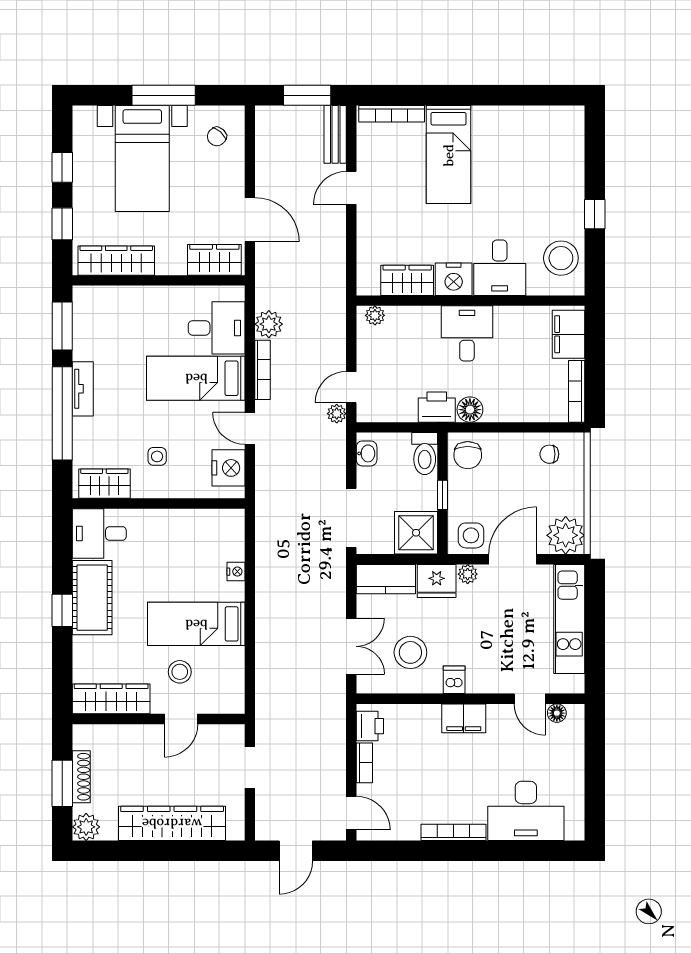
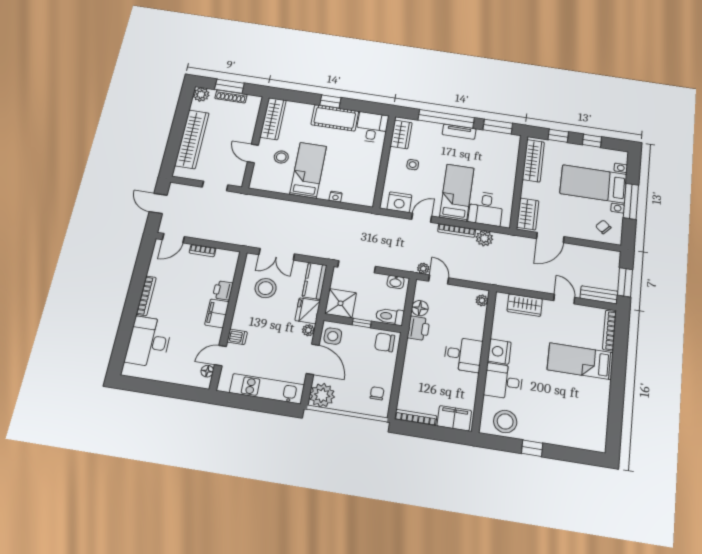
wardrobe: (407, 280) -> (525, 305), moved, turned 90
floor lamp: (470, 410) -> (420, 308), moved
dishwasher: (454, 680) -> (237, 337), moved
printer: (370, 726) -> (223, 290), moved, turned 90

